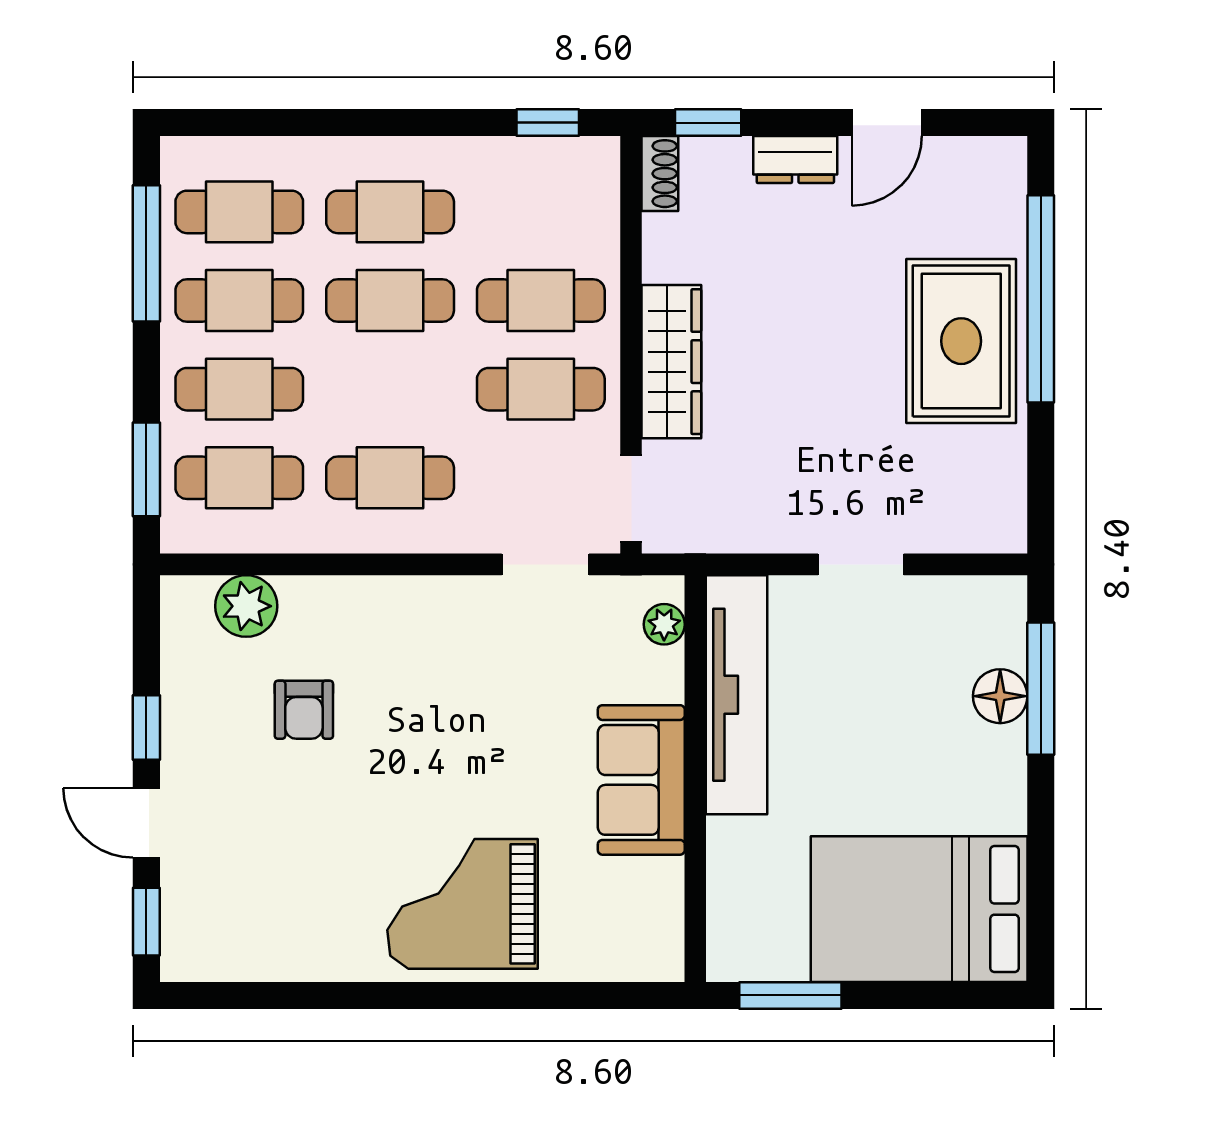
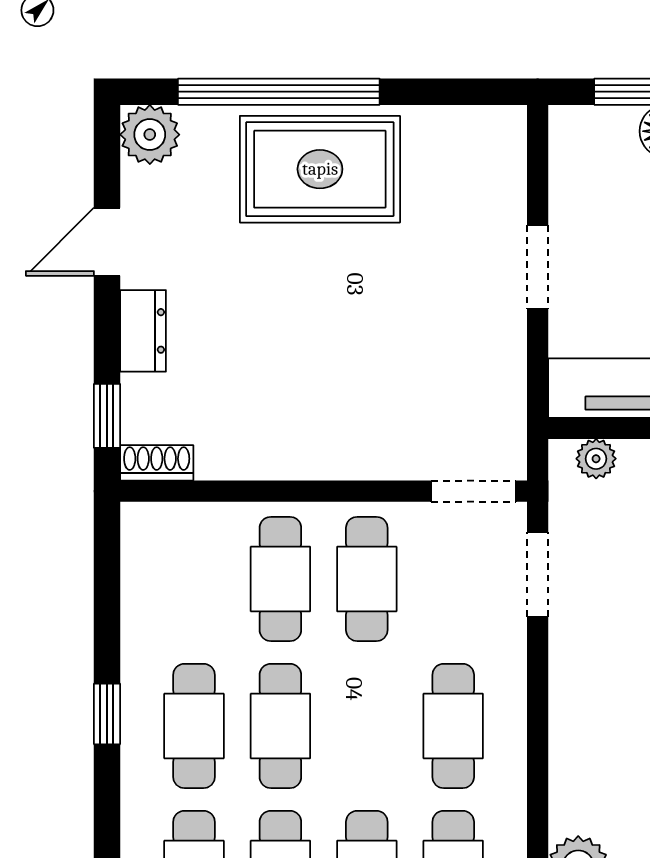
window: (548, 123) -> (107, 714), moved
door: (887, 123) -> (107, 242), swing flipped
plant: (997, 166) -> (150, 135), added
wardrobe: (671, 362) -> (340, 452), removed

